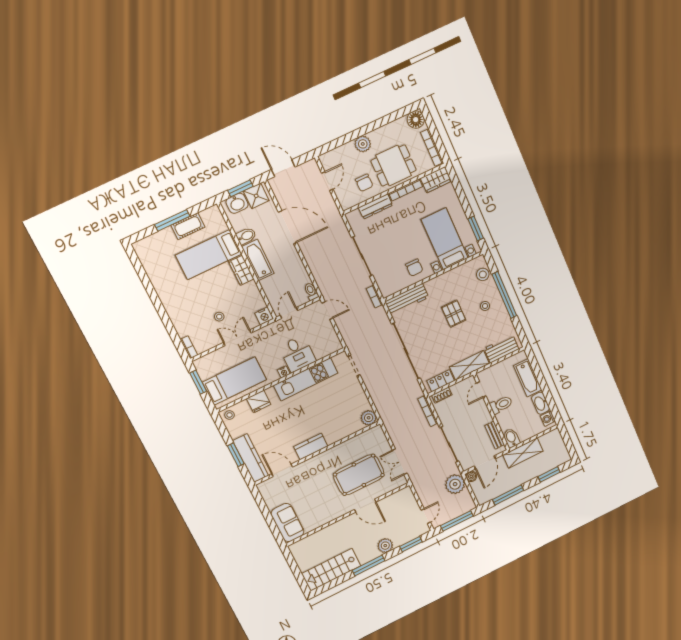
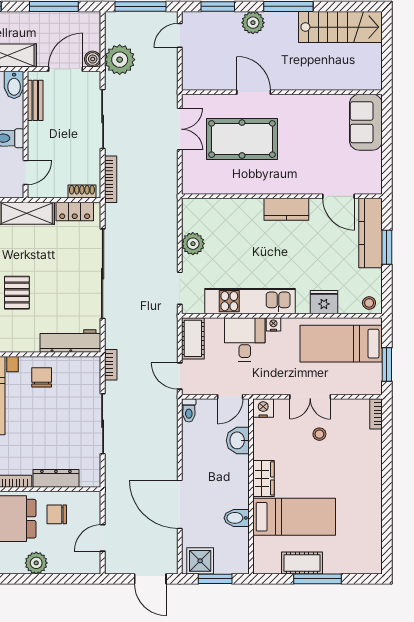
chair: (364, 183) -> (57, 514), turned -90
washbasin: (237, 203) -> (238, 440), moved, turned -90
bathtub: (258, 260) -> (237, 482), removed
cot: (330, 338) -> (193, 338), added
plant: (369, 418) -> (193, 244), moved

